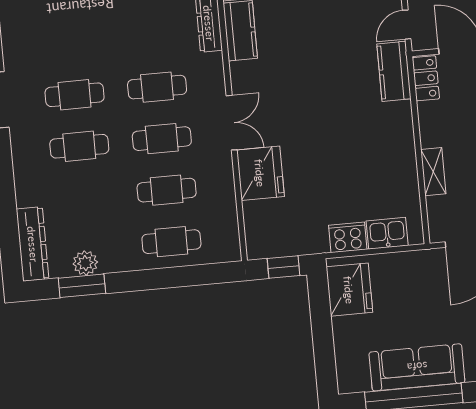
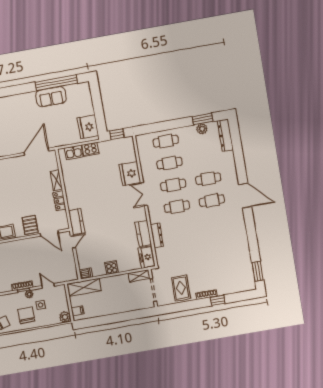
locker: (426, 78) -> (59, 201), moved
sofa: (417, 367) -> (51, 97), width x0.73

